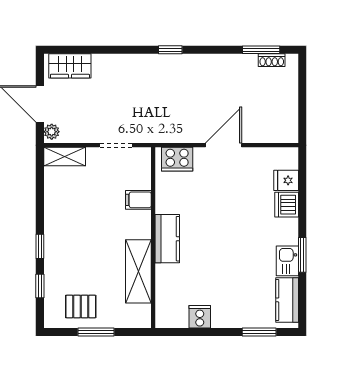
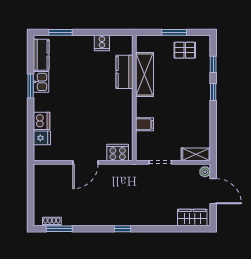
kitchen counter: (167, 239) -> (125, 72), moved

